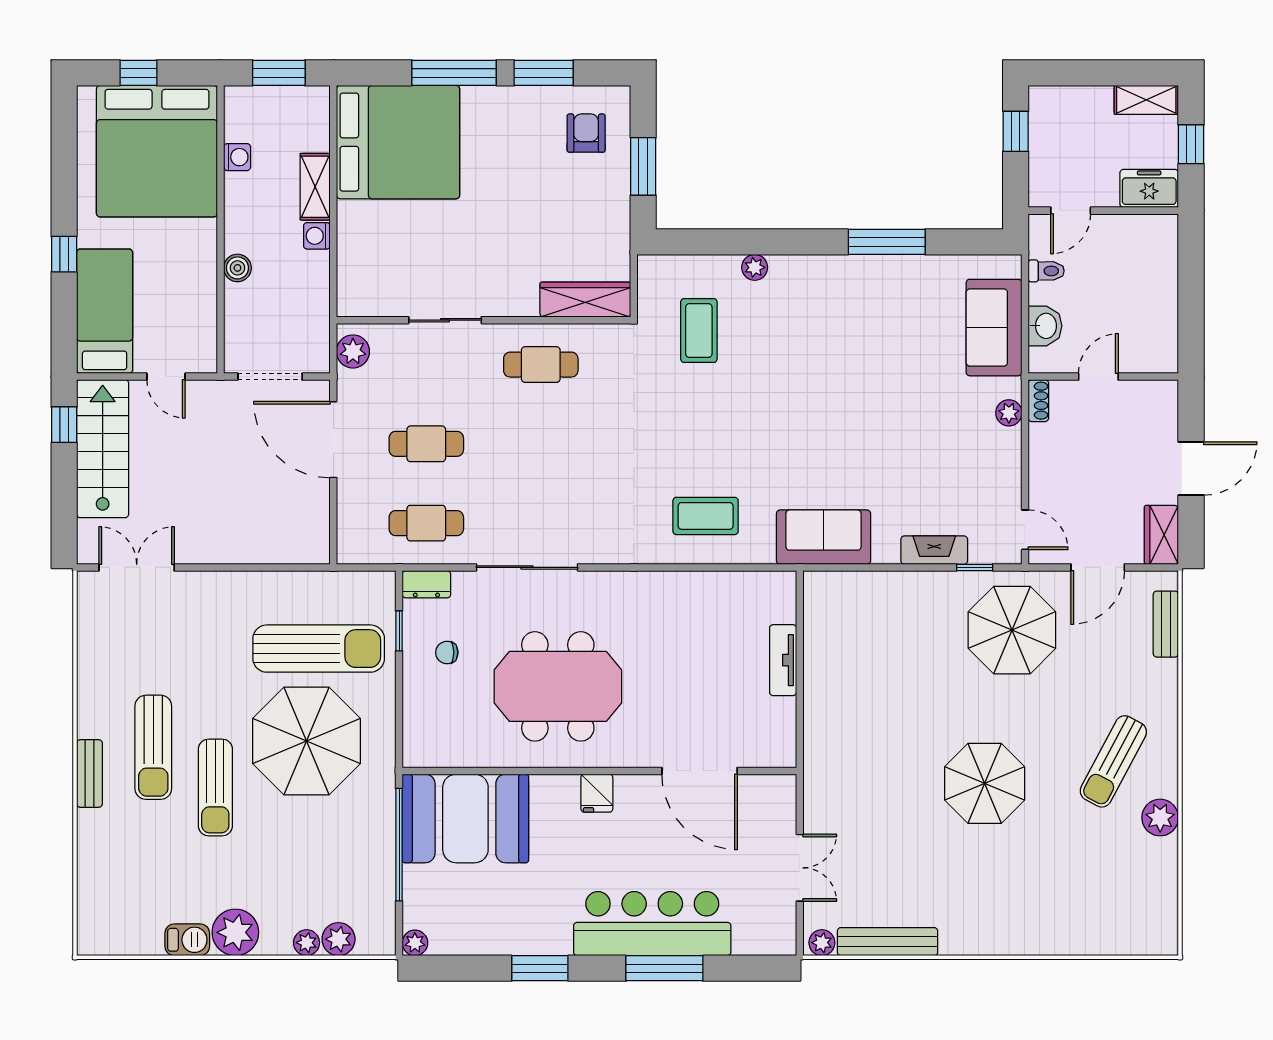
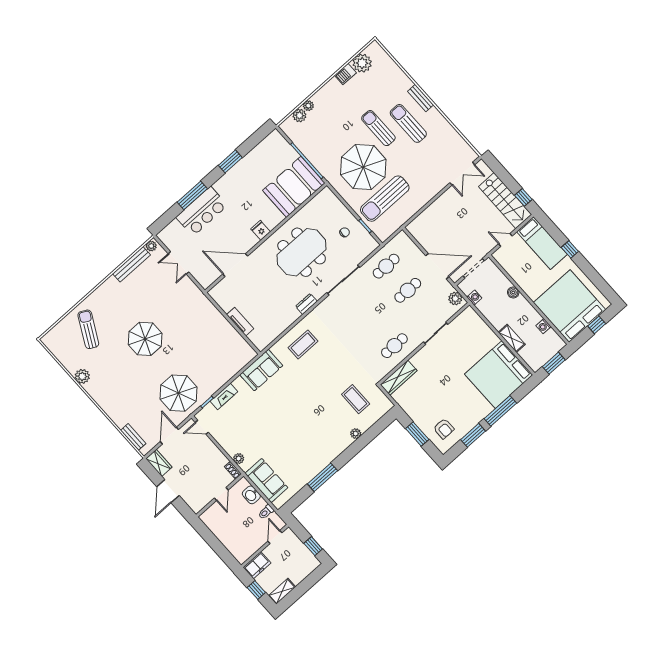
washing machine: (317, 236) -> (474, 298), moved
dresser: (426, 584) -> (306, 304), moved
sun lounger: (1113, 761) -> (88, 329), moved
bar counter: (652, 924) -> (202, 211), width x0.73
plant: (235, 932) -> (362, 63), moved
plant: (415, 943) -> (275, 135), removed

